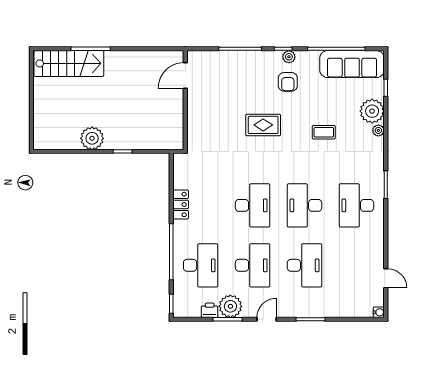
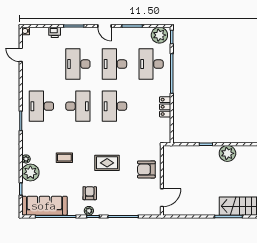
armchair: (207, 116) -> (146, 169), added
desk: (356, 205) -> (41, 106), turned 180
plant: (230, 306) -> (159, 35), moved
printer: (210, 310) -> (55, 32), moved
door: (267, 319) -> (105, 26), hinge flipped

